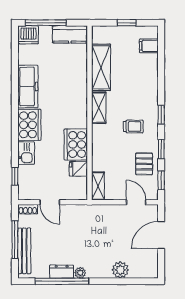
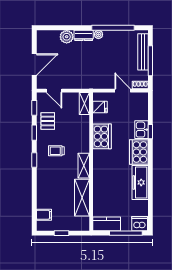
fridge: (78, 169) -> (100, 107), moved
window: (15, 176) -> (150, 132), moved
dresser: (62, 272) -> (84, 35), moved

